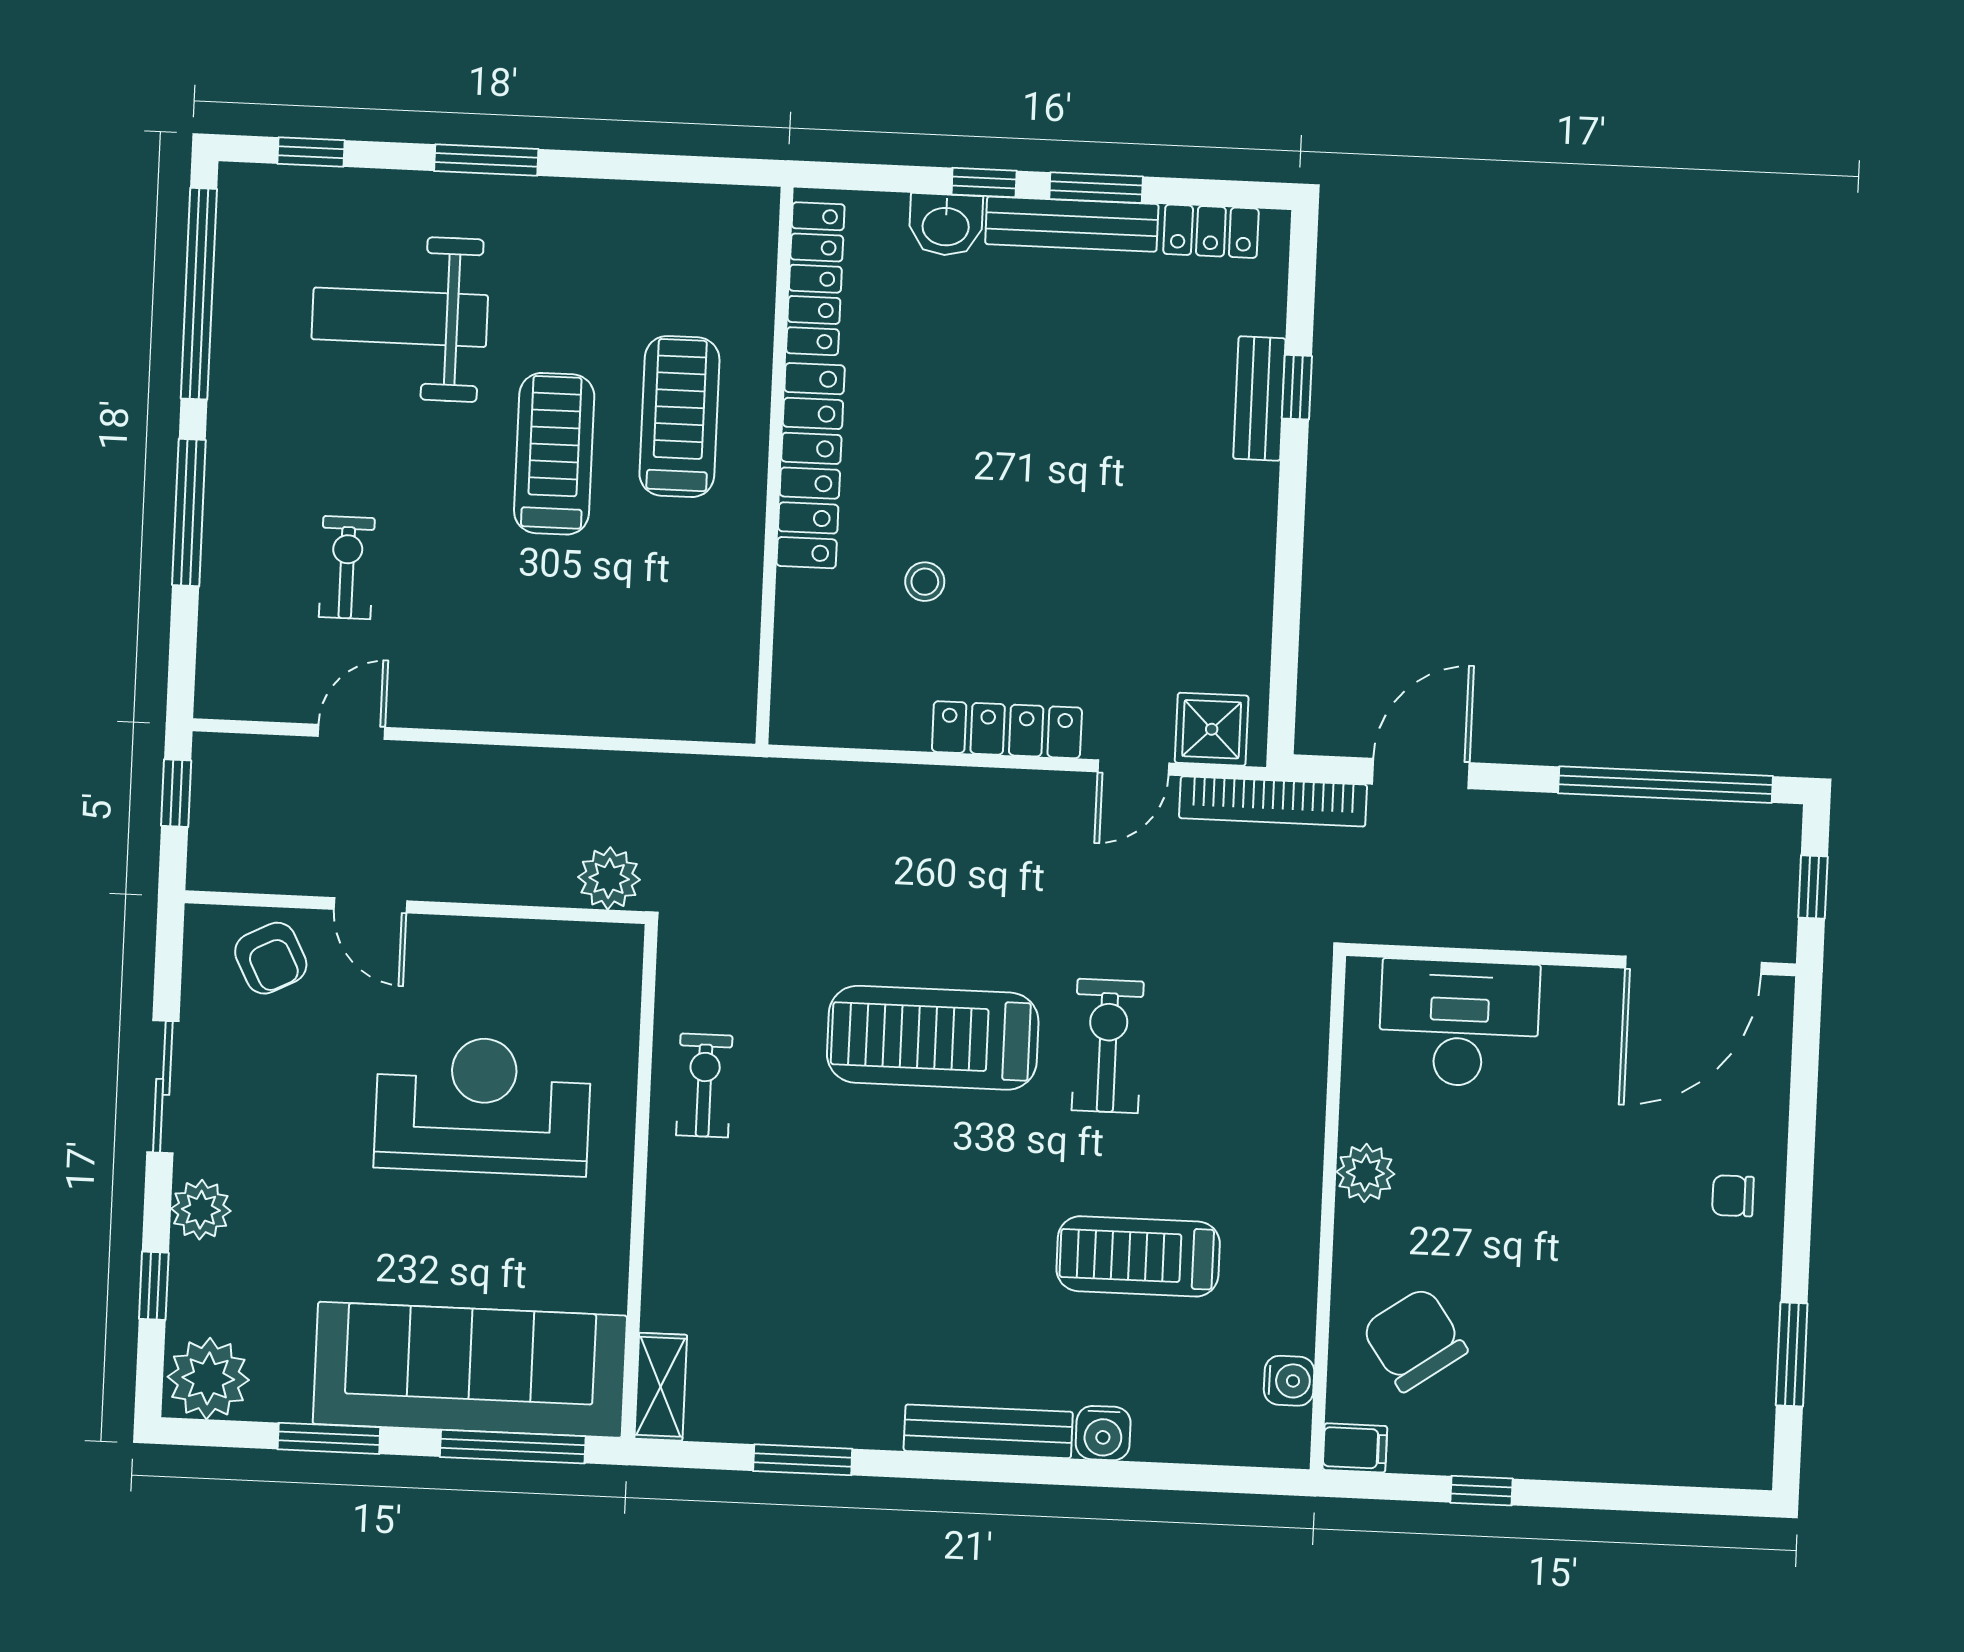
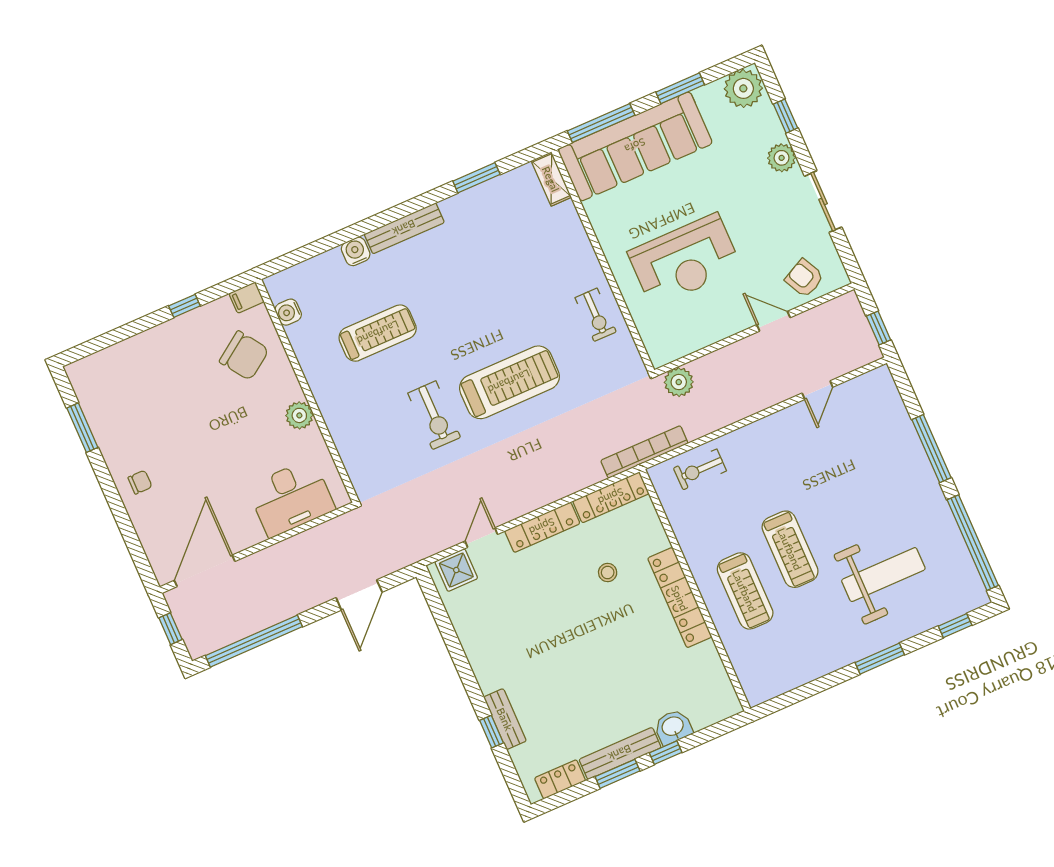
locker: (815, 279) -> (611, 497), moved, turned -90
exercise bike: (347, 568) -> (700, 469), moved, turned 90
bookcase: (1273, 801) -> (644, 452), moved

